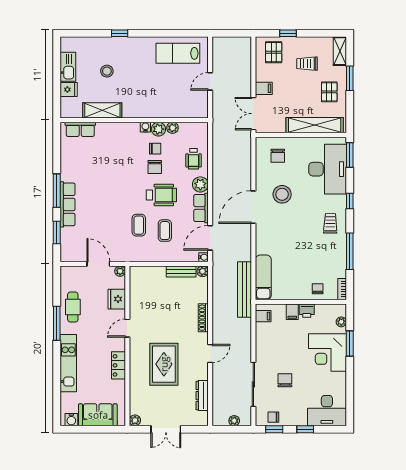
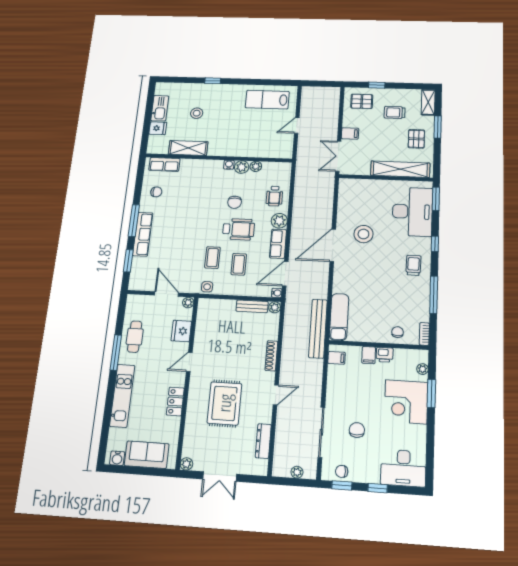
pallet: (274, 52) -> (362, 101), turned 90
chair: (155, 149) -> (156, 192), moved
chair: (278, 156) -> (361, 197), removed
side table: (137, 255) -> (207, 287), added

